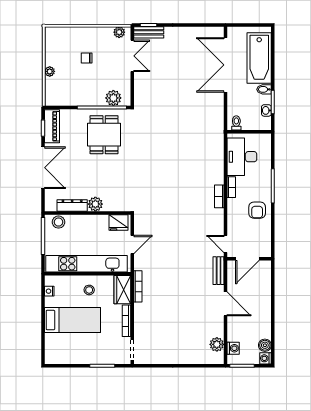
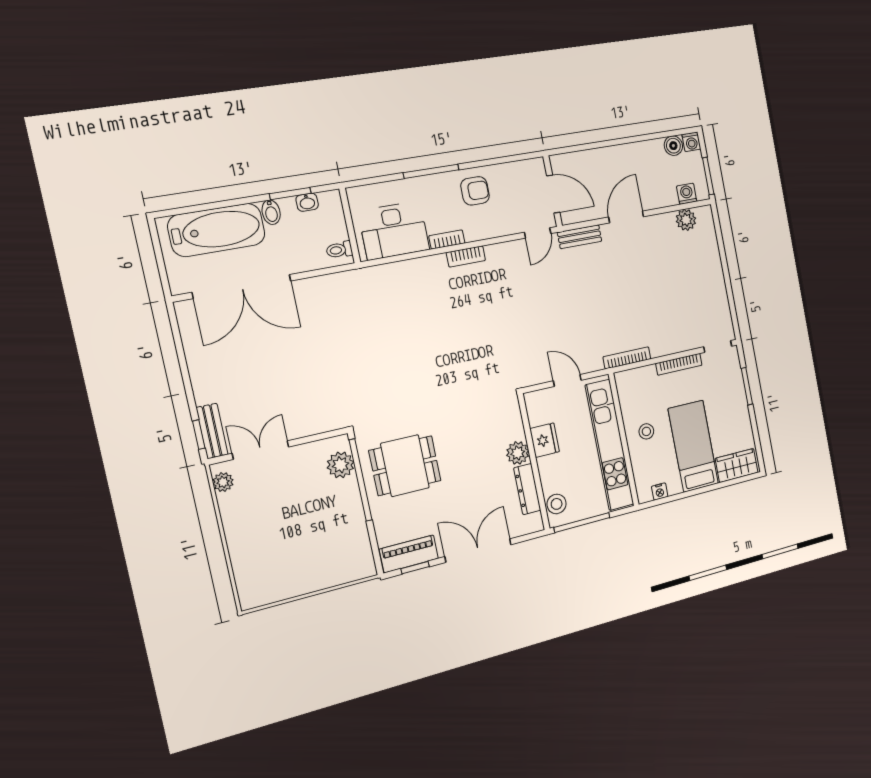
chair: (87, 58) -> (281, 526), removed
plant: (50, 71) -> (318, 582), removed
fridge: (119, 222) -> (545, 440), moved
wardrobe: (122, 290) -> (737, 465), moved, turned 180

